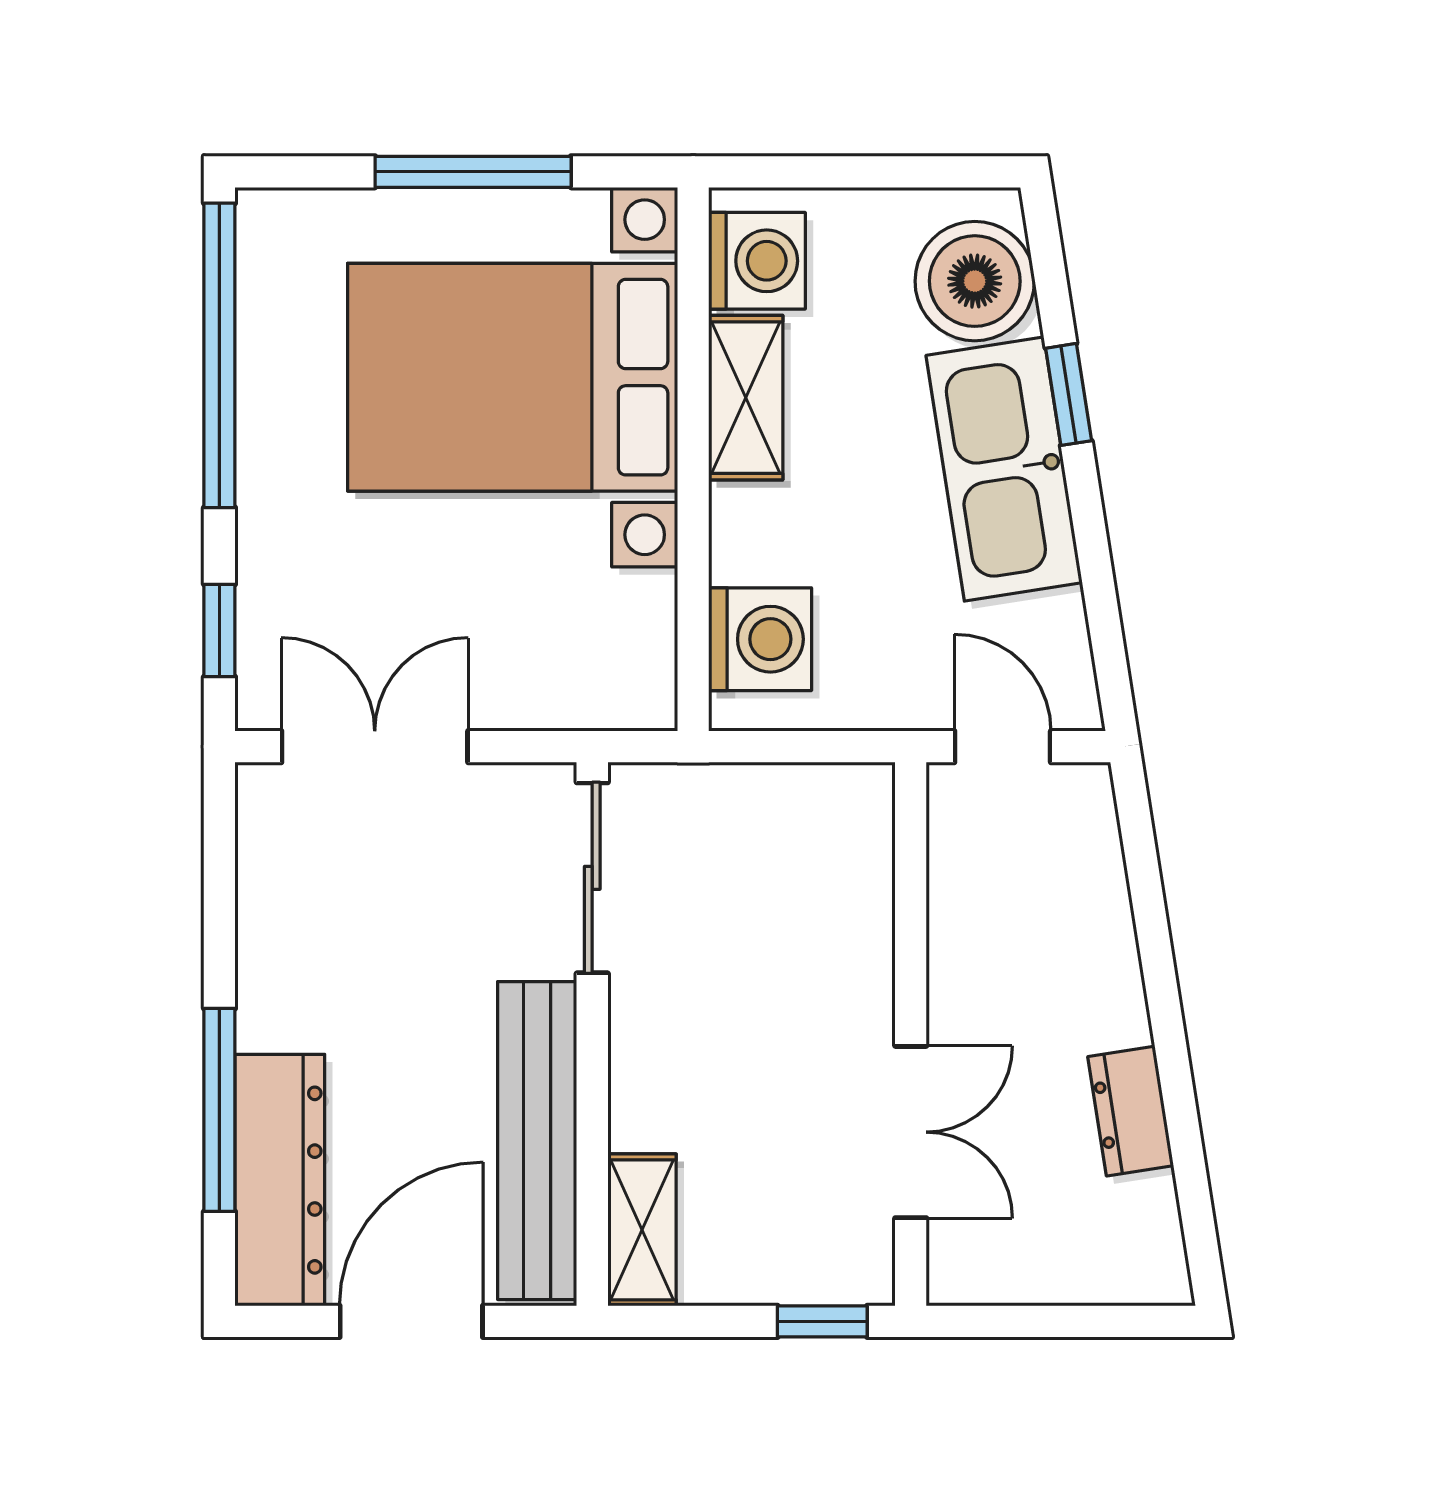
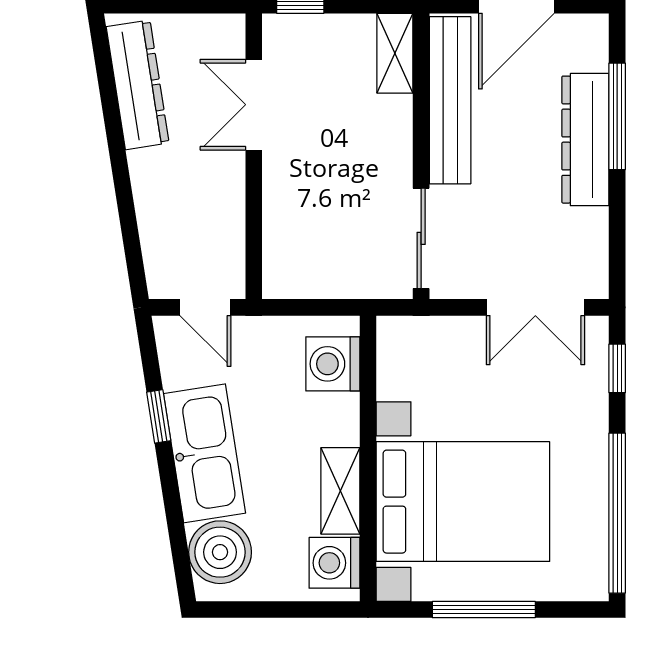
window: (1069, 394) -> (159, 416), moved
dresser: (1131, 1111) -> (138, 85), width x1.96, depth x1.24
dresser: (280, 1180) -> (585, 140), moved

